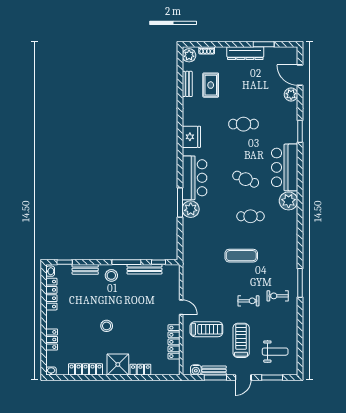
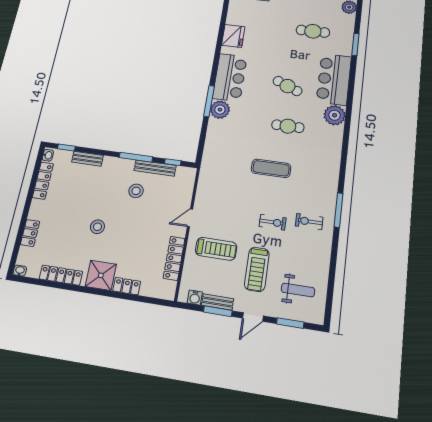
cafe table: (244, 124) -> (313, 31), moved
stool: (111, 275) -> (136, 191), moved
door: (181, 307) -> (190, 218), swing flipped
treadmill: (241, 340) -> (257, 269), turned 180

